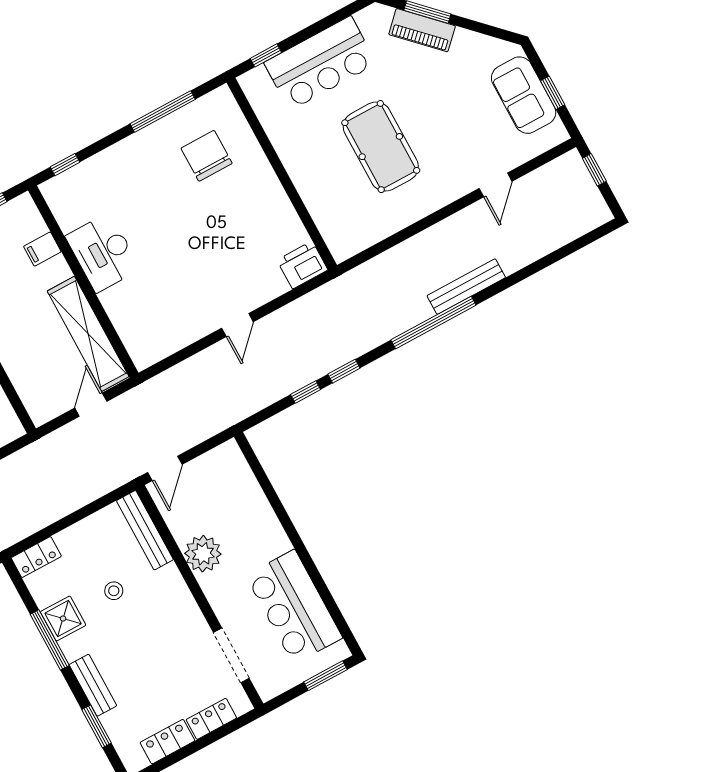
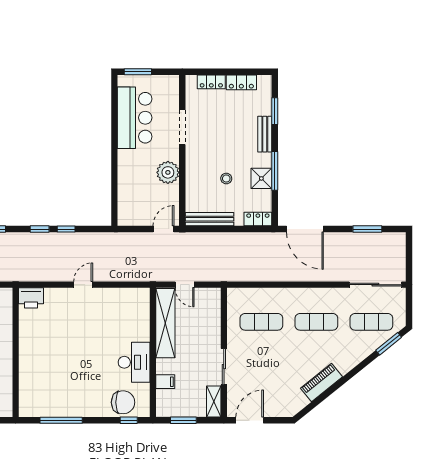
chair: (207, 156) -> (123, 402), moved, turned -90
door: (91, 405) -> (185, 285), hinge flipped
bench: (145, 530) -> (209, 219), moved, turned 90
doorway: (231, 655) -> (182, 127), moved

